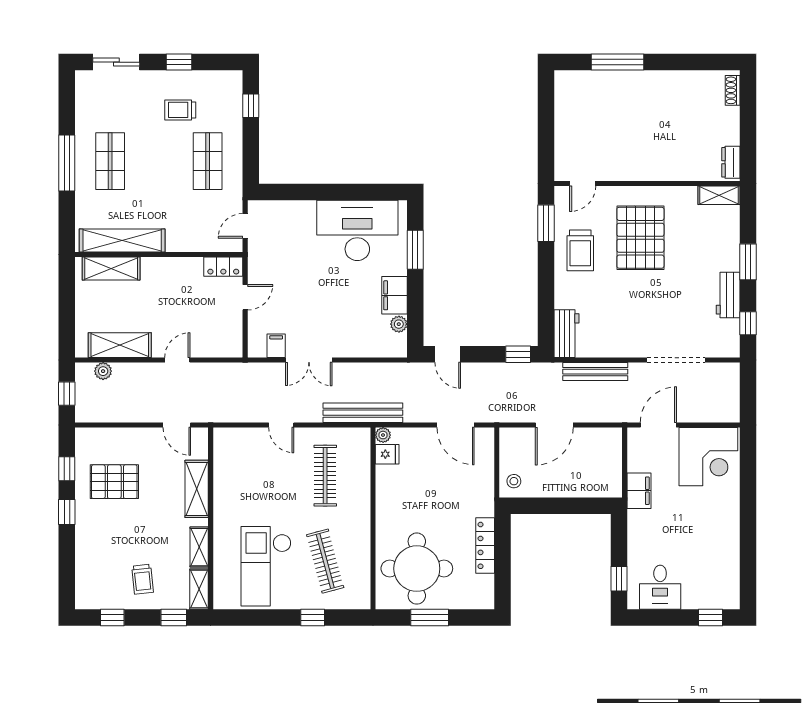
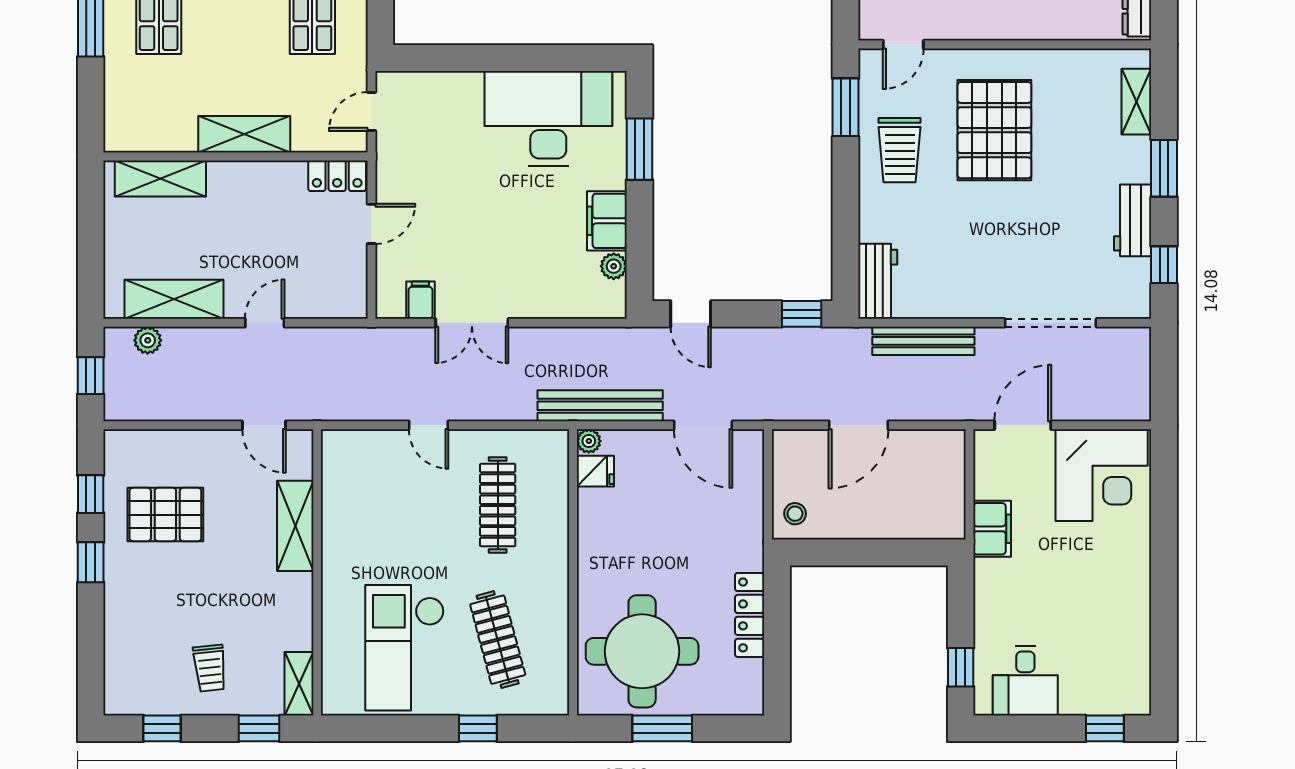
shelving: (719, 195) -> (1136, 102), moved, turned 90
shelving: (122, 240) -> (244, 134), moved, width x0.68
bench: (363, 413) -> (600, 406), moved
shelving: (199, 547) -> (299, 618), removed

